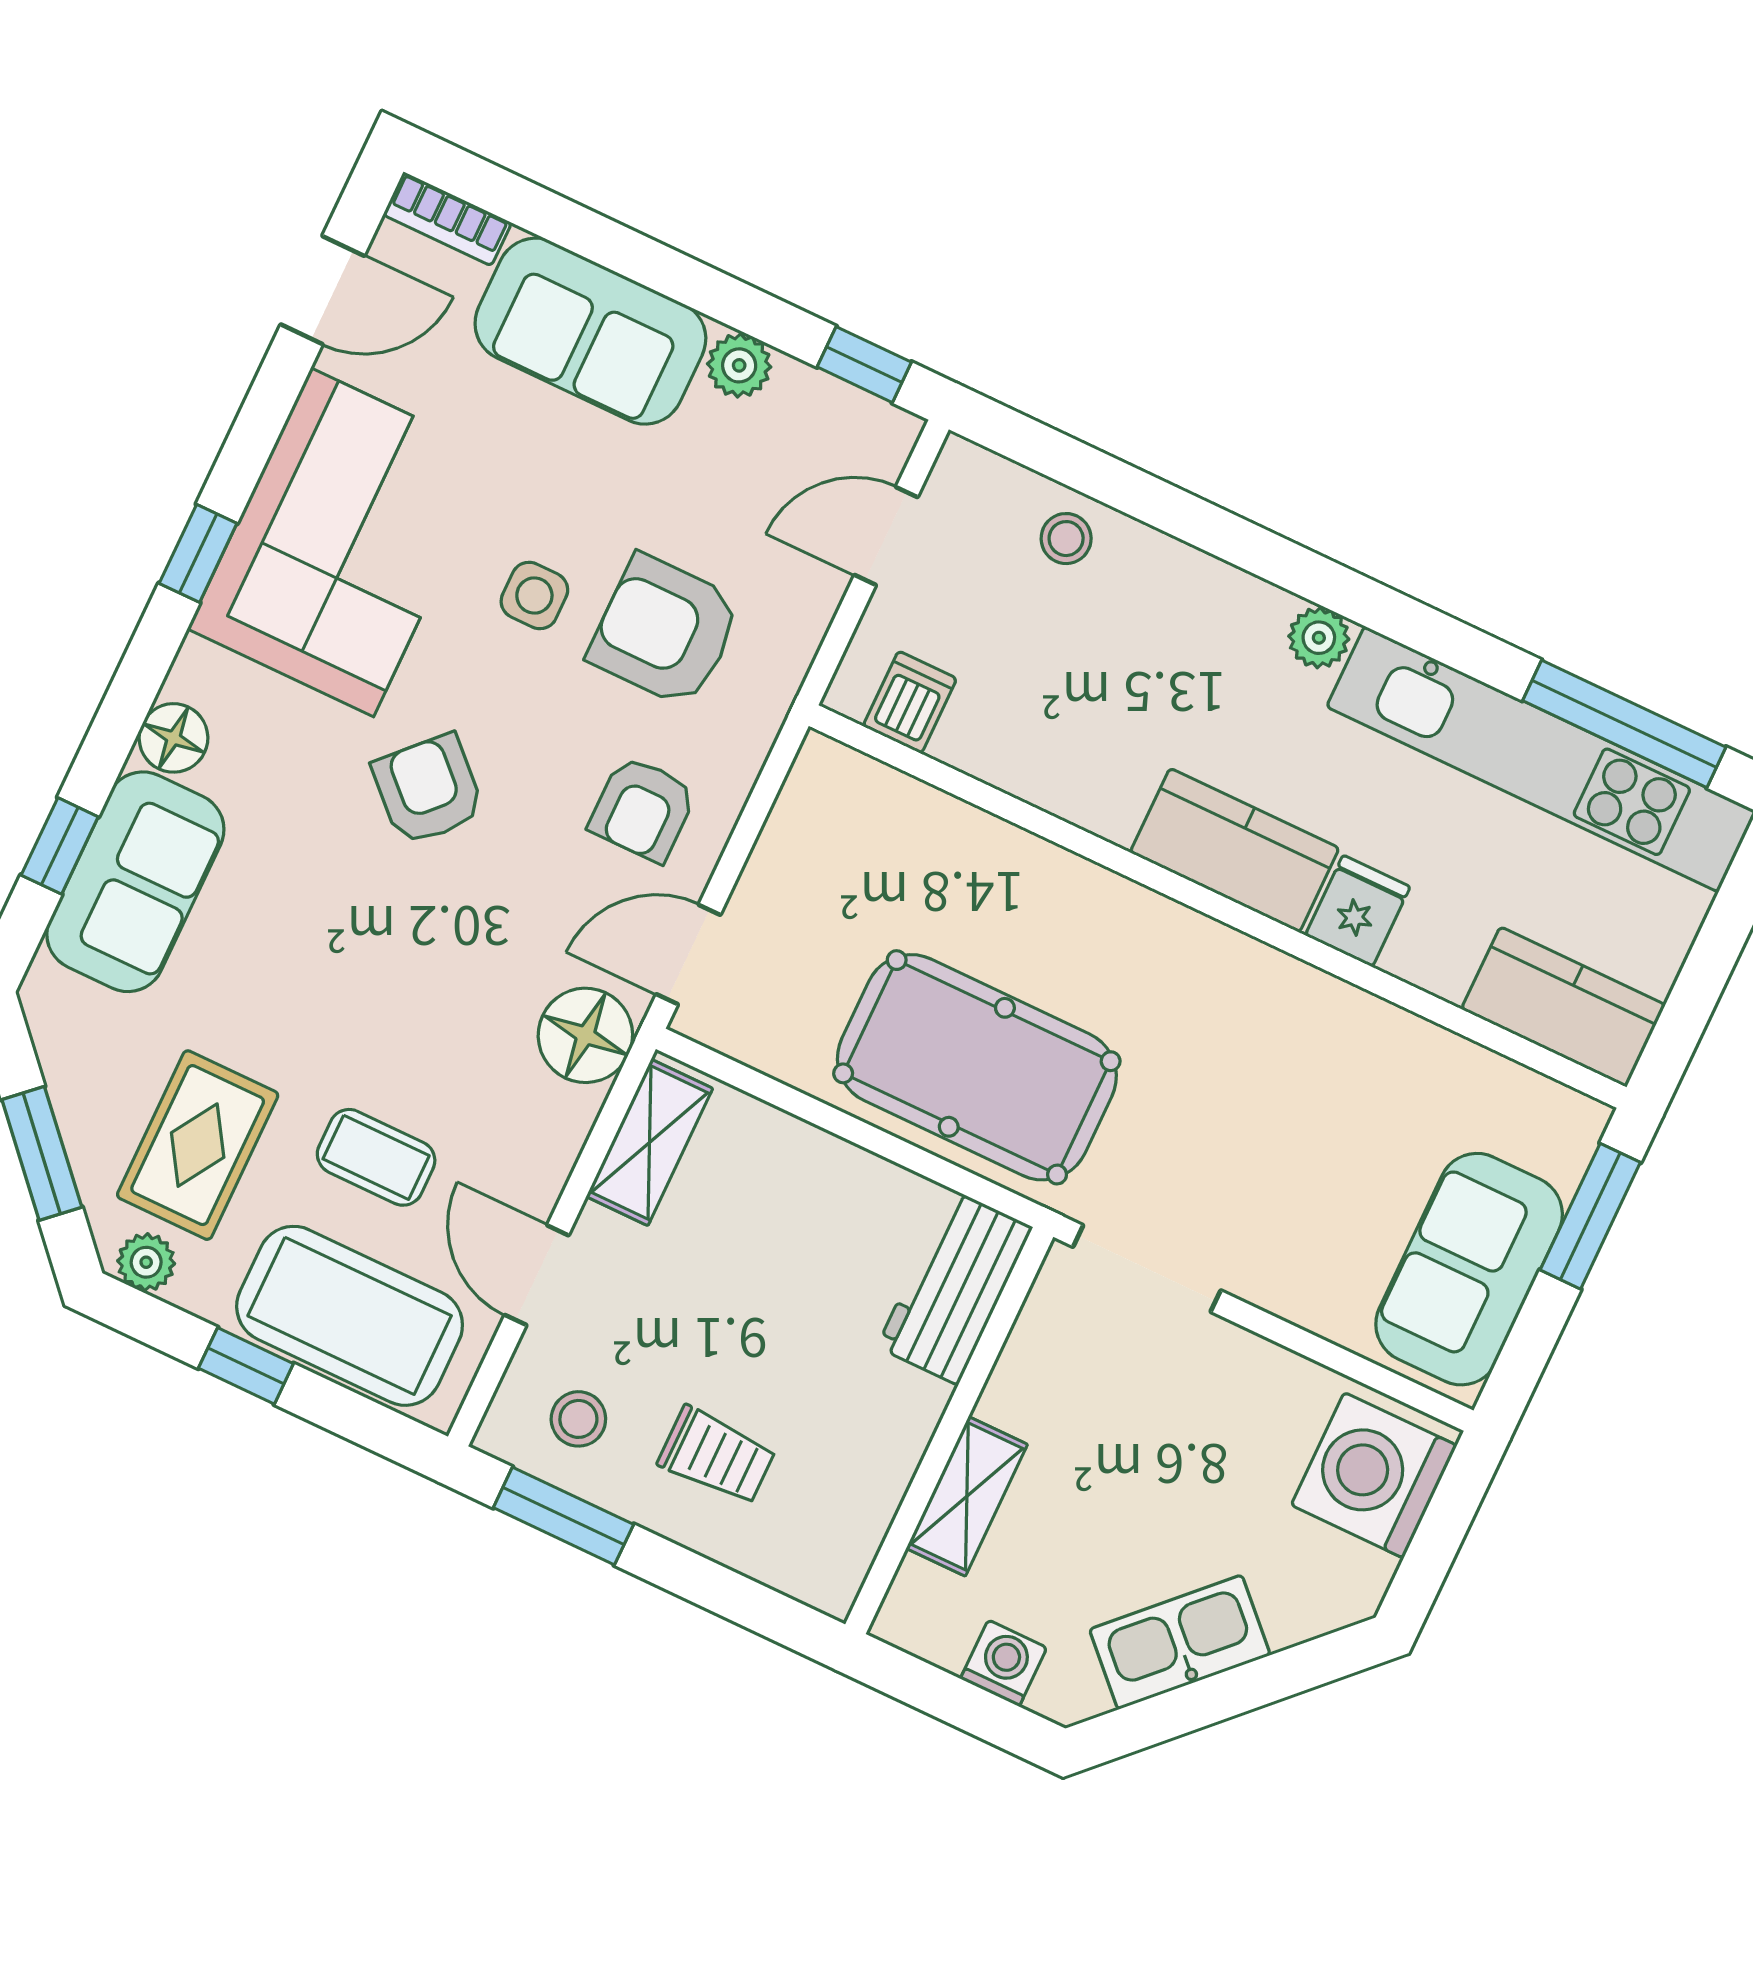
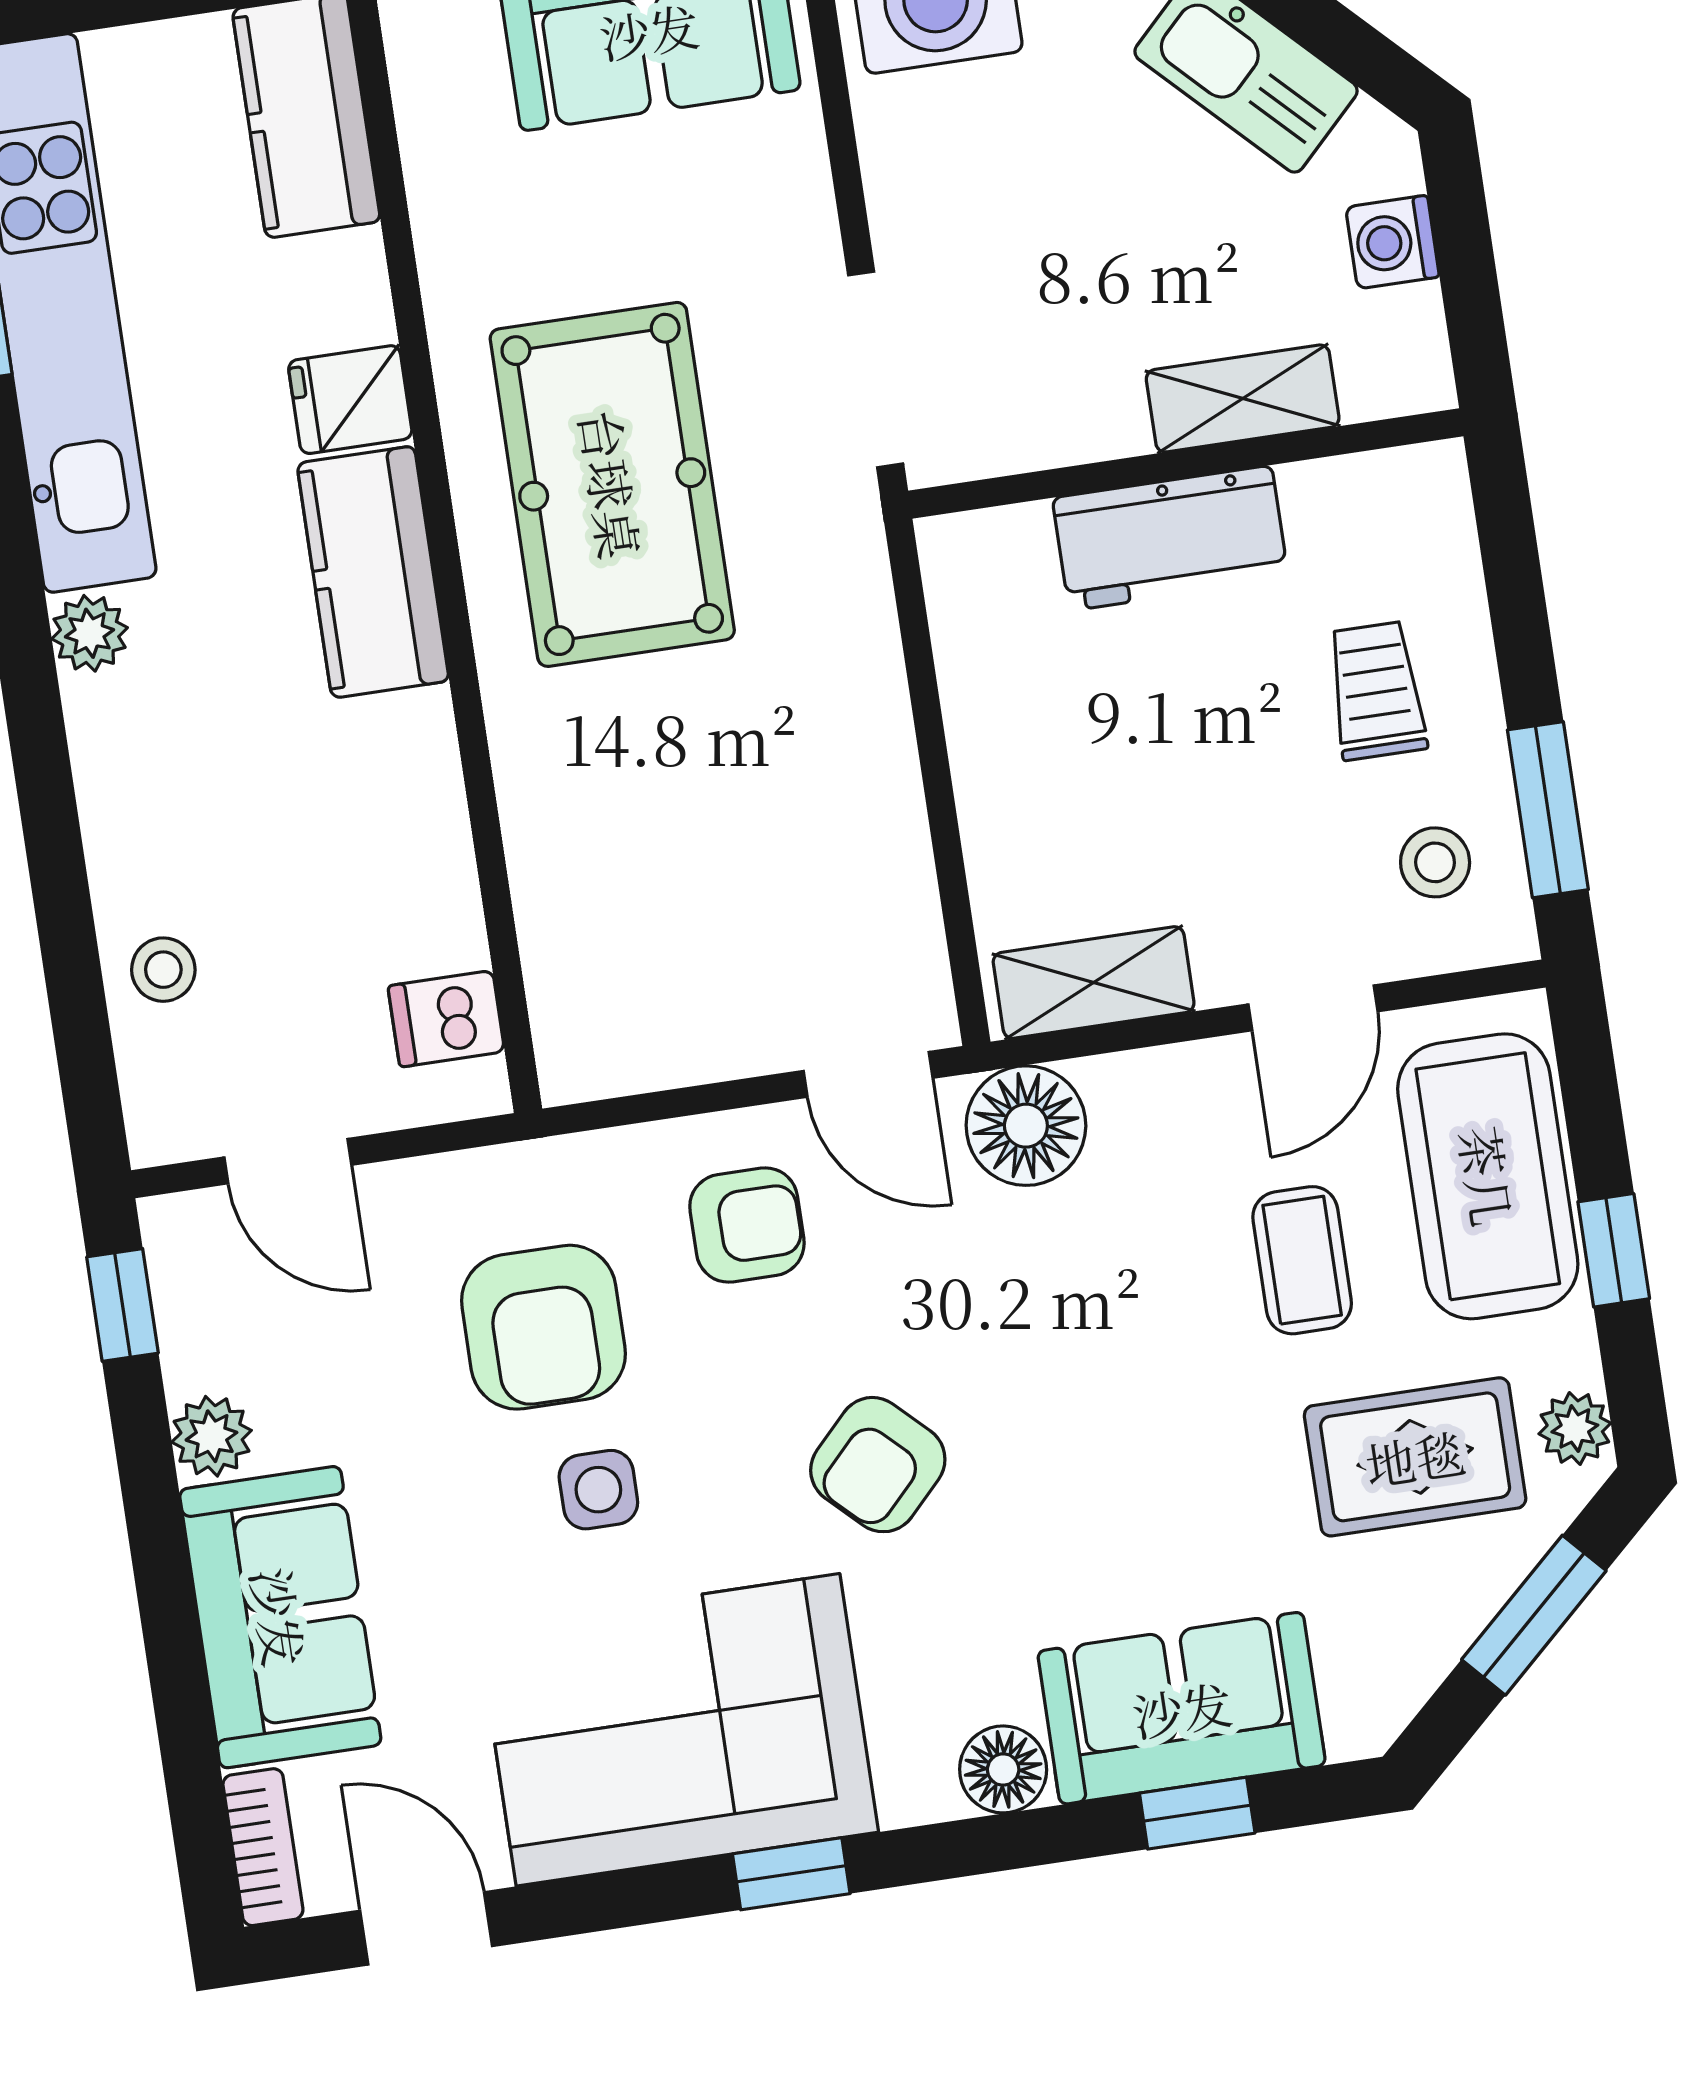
pool table: (977, 1067) -> (612, 484), moved
workbench: (955, 1287) -> (1170, 538), moved

